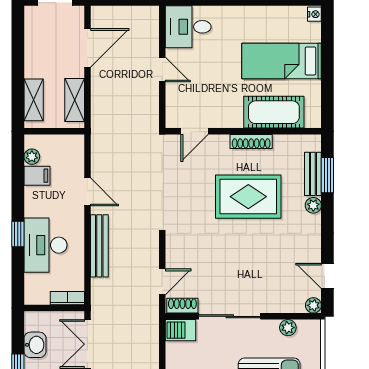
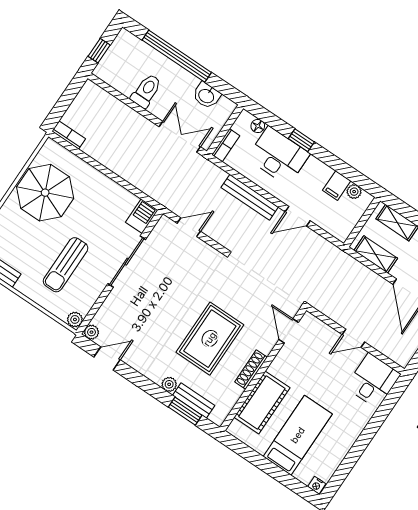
floor lamp: (31, 281) -> (258, 126), added
door: (162, 282) -> (189, 227), swing flipped
shoe rack: (182, 306) -> (160, 230), removed
plant: (288, 328) -> (75, 319), moved

